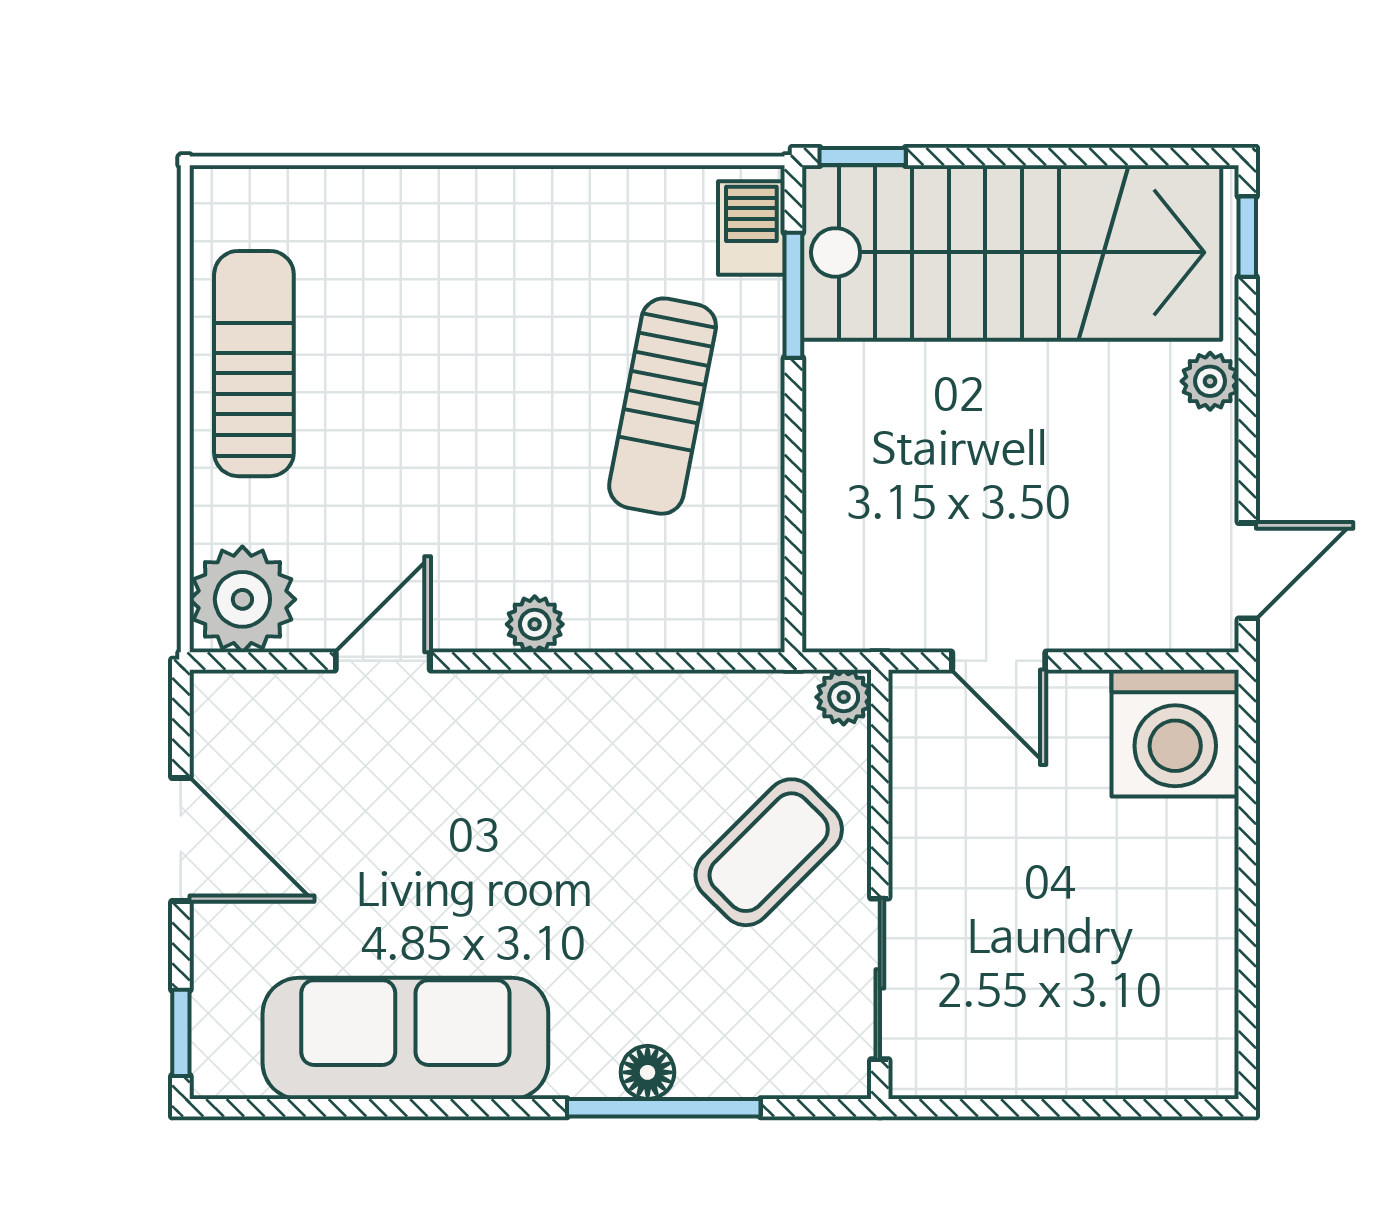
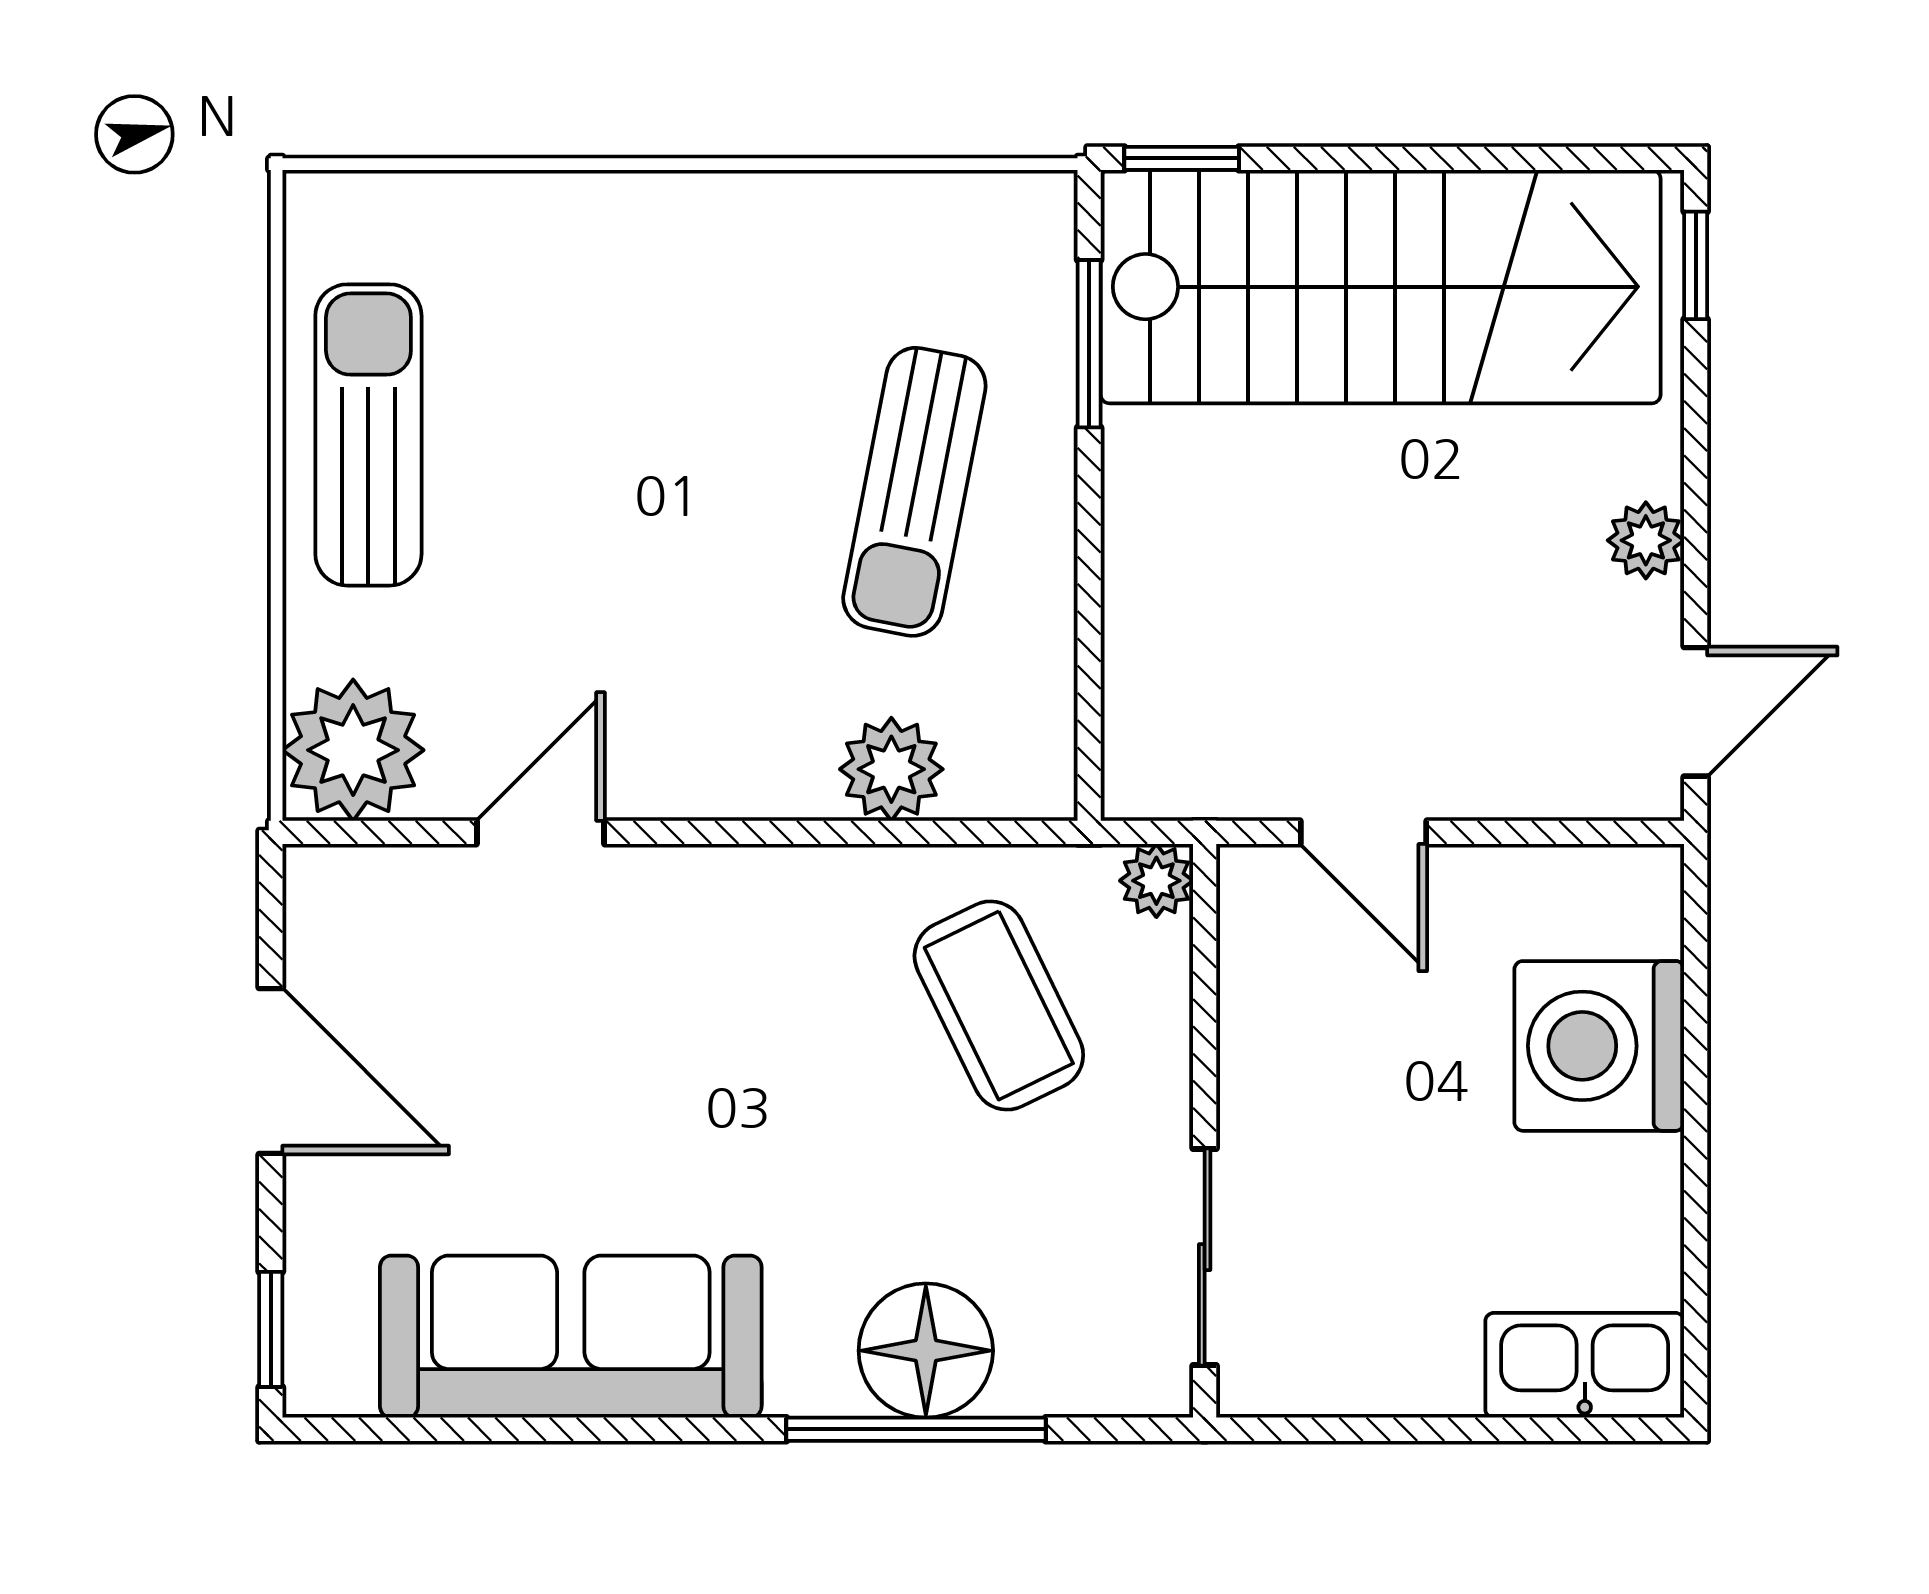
barbecue: (751, 228) -> (1033, 254), removed
plant: (1210, 381) -> (1646, 540), moved
plant: (535, 624) -> (891, 769), moved, width x1.38, depth x1.38
washing machine: (1175, 733) -> (1599, 1046), moved, turned 90
coffee table: (769, 852) -> (999, 1006), moved, turned -71
kitchen sink: (1164, 1060) -> (1585, 1365), added
floor lamp: (648, 1072) -> (926, 1351), width x1.89, depth x1.89

